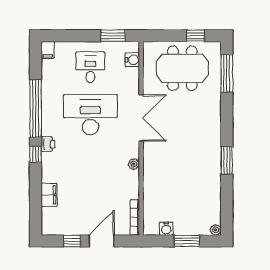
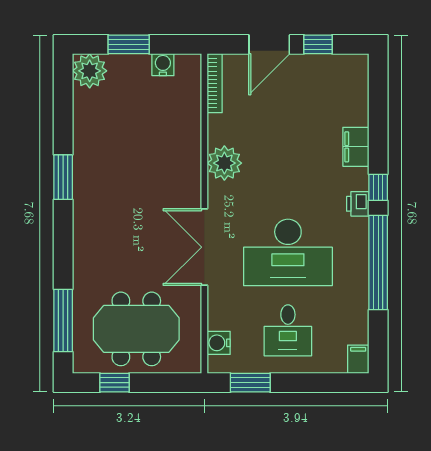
plant: (134, 164) -> (224, 163), width x1.88, depth x1.88
filing cabinet: (49, 195) -> (356, 147), moved
plant: (216, 230) -> (90, 71), width x1.87, depth x1.87

